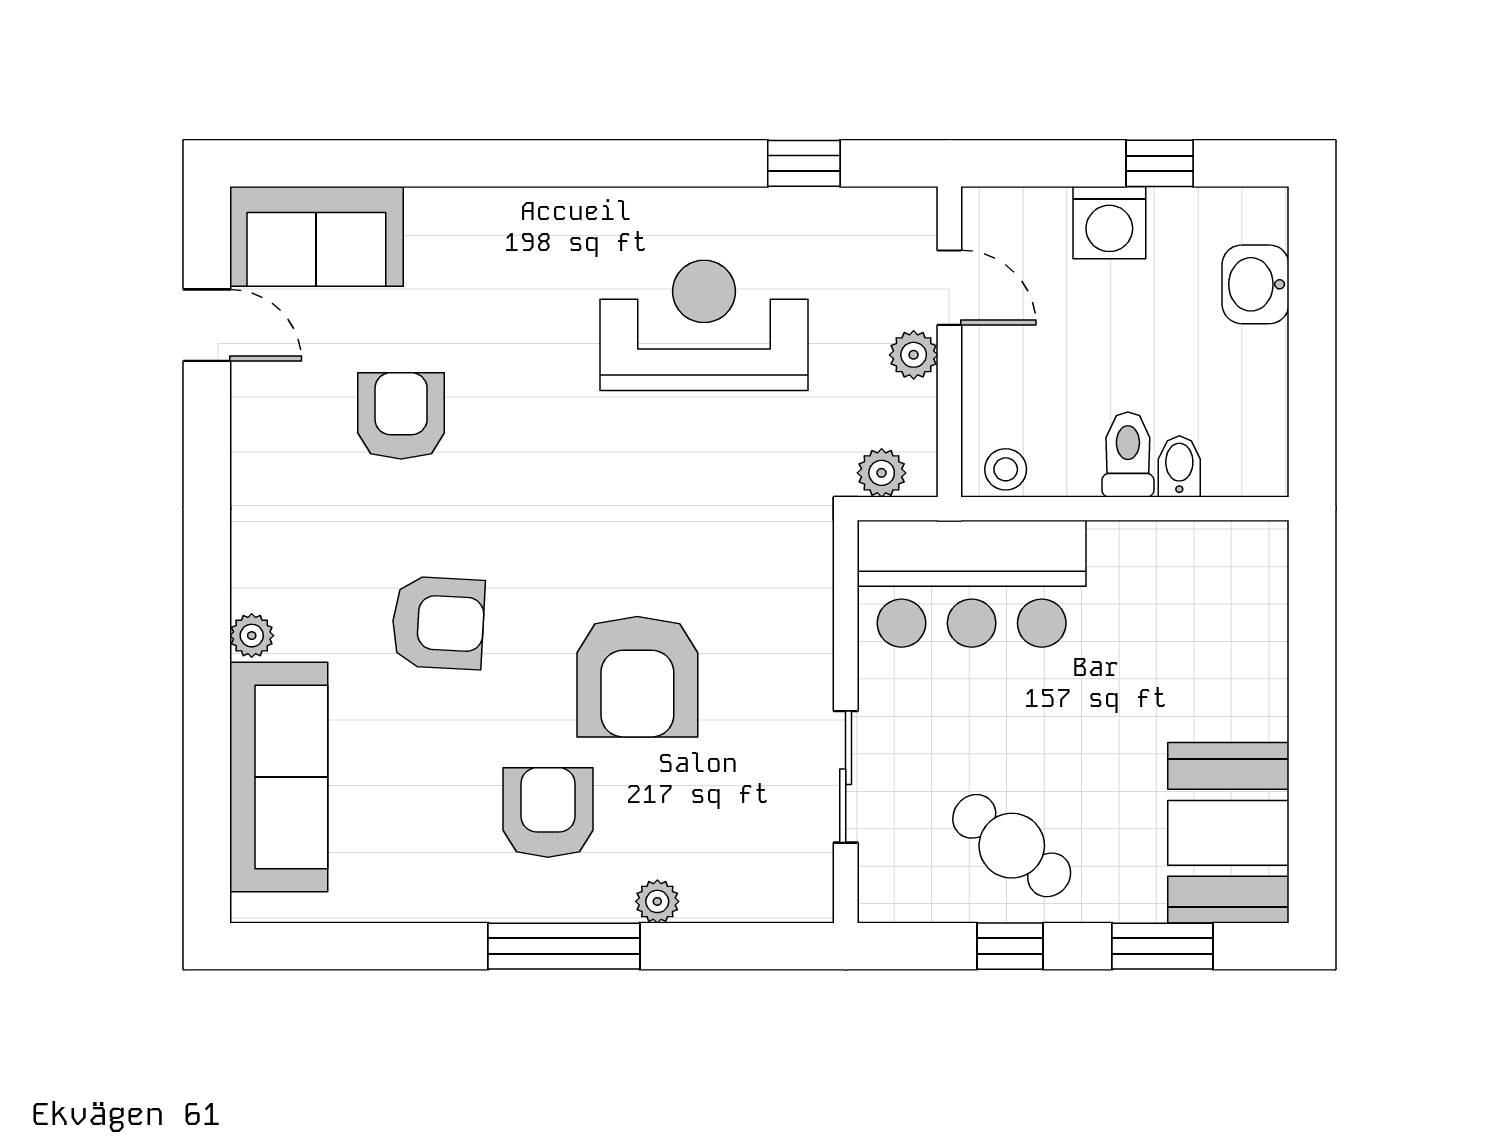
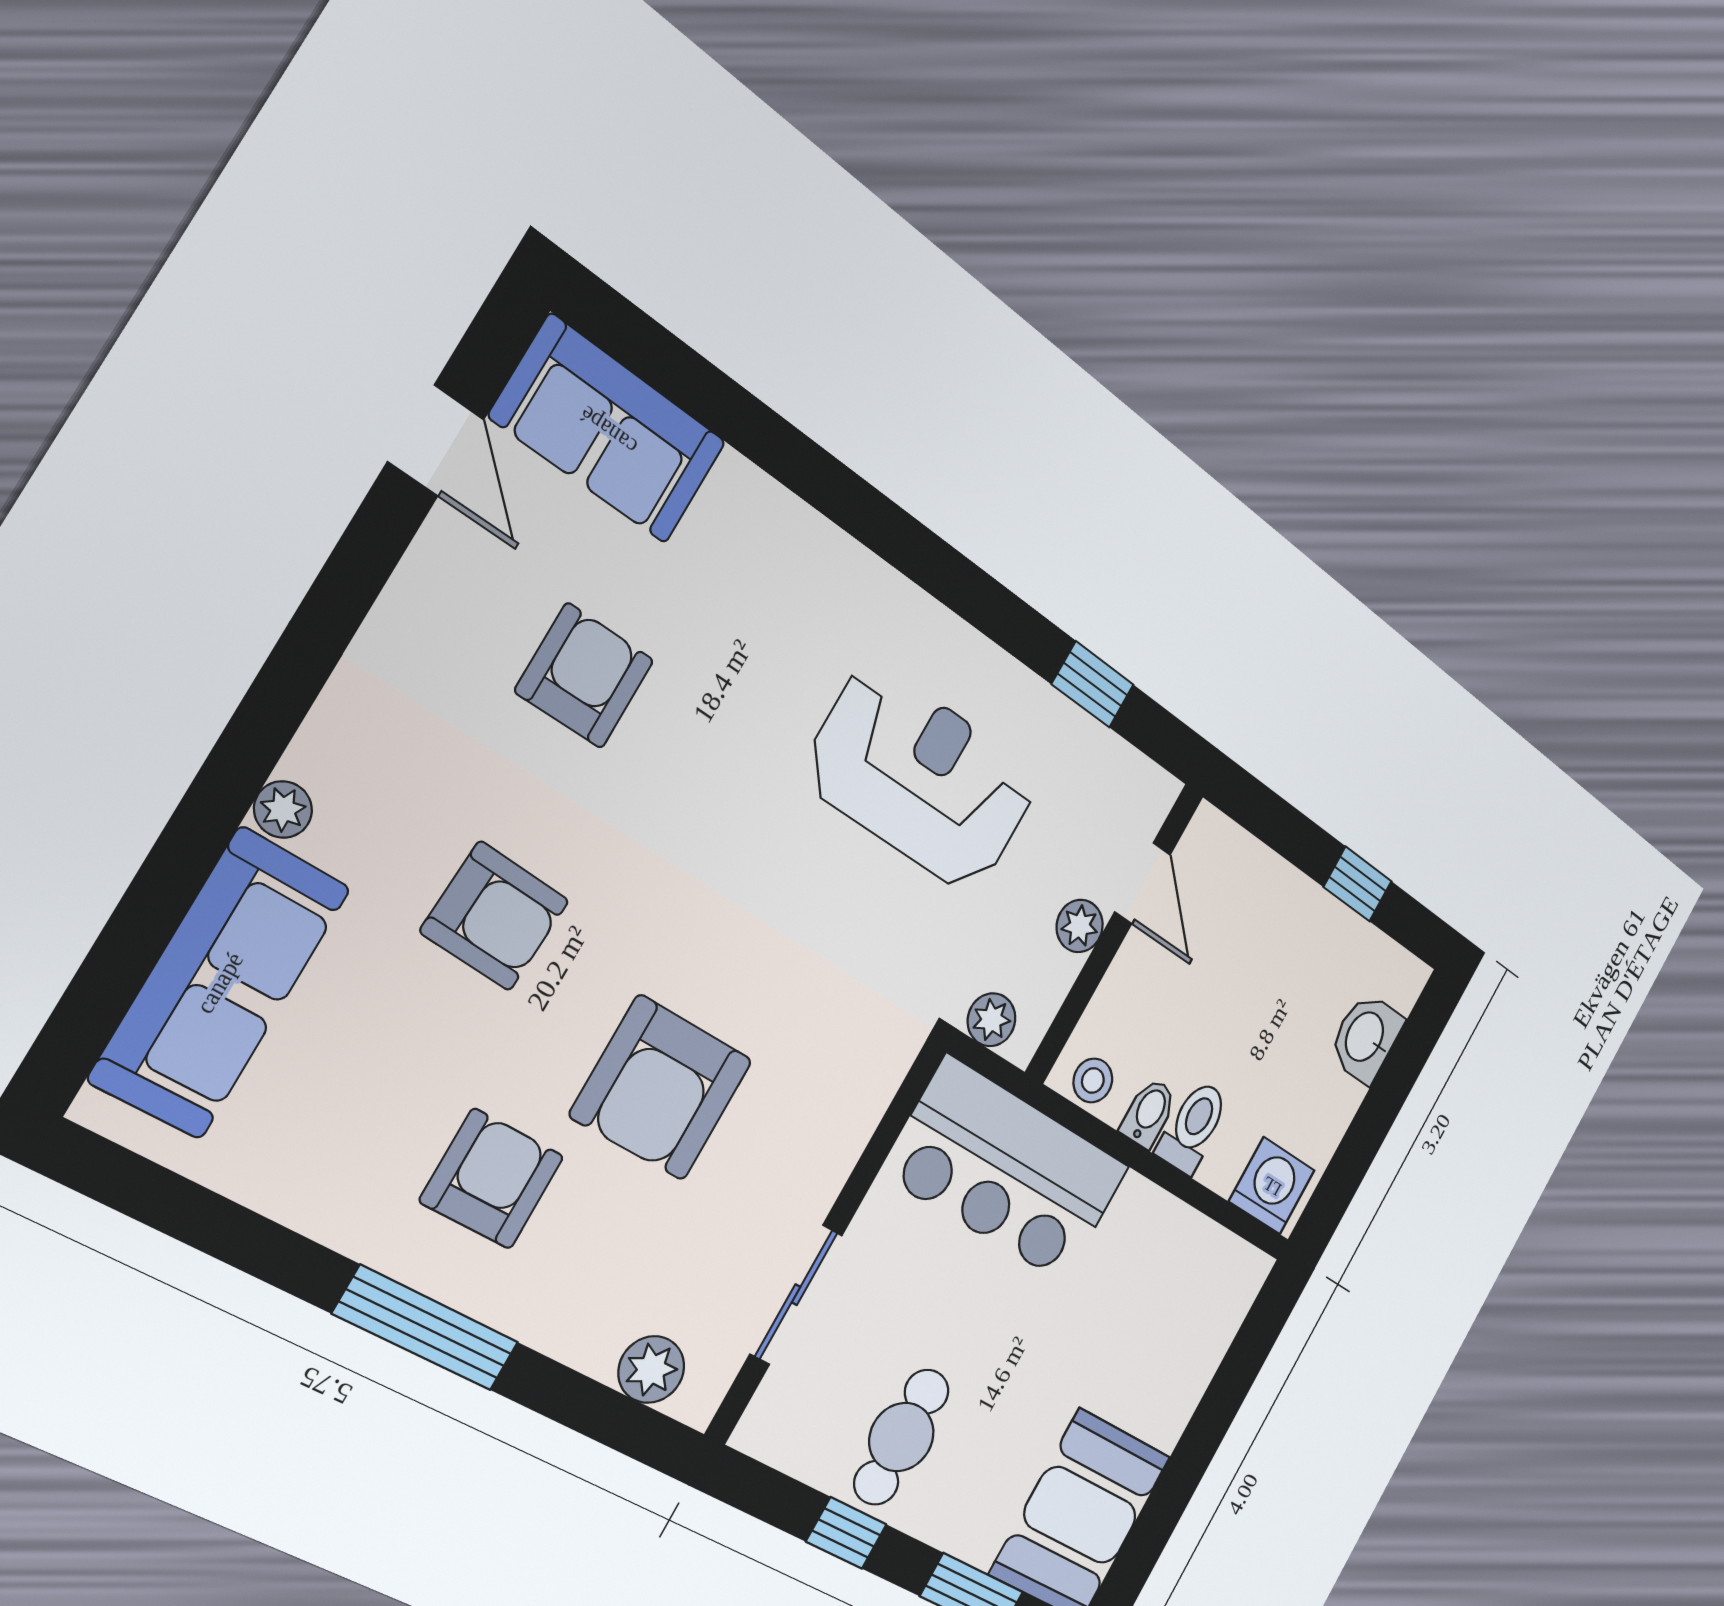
washing machine: (1109, 223) -> (1272, 1186), moved, turned 180
bidet: (1179, 466) -> (1149, 1113), moved
cafe table: (1012, 846) -> (901, 1437), turned 52
plant: (657, 901) -> (651, 1370), moved, width x1.38, depth x1.38

